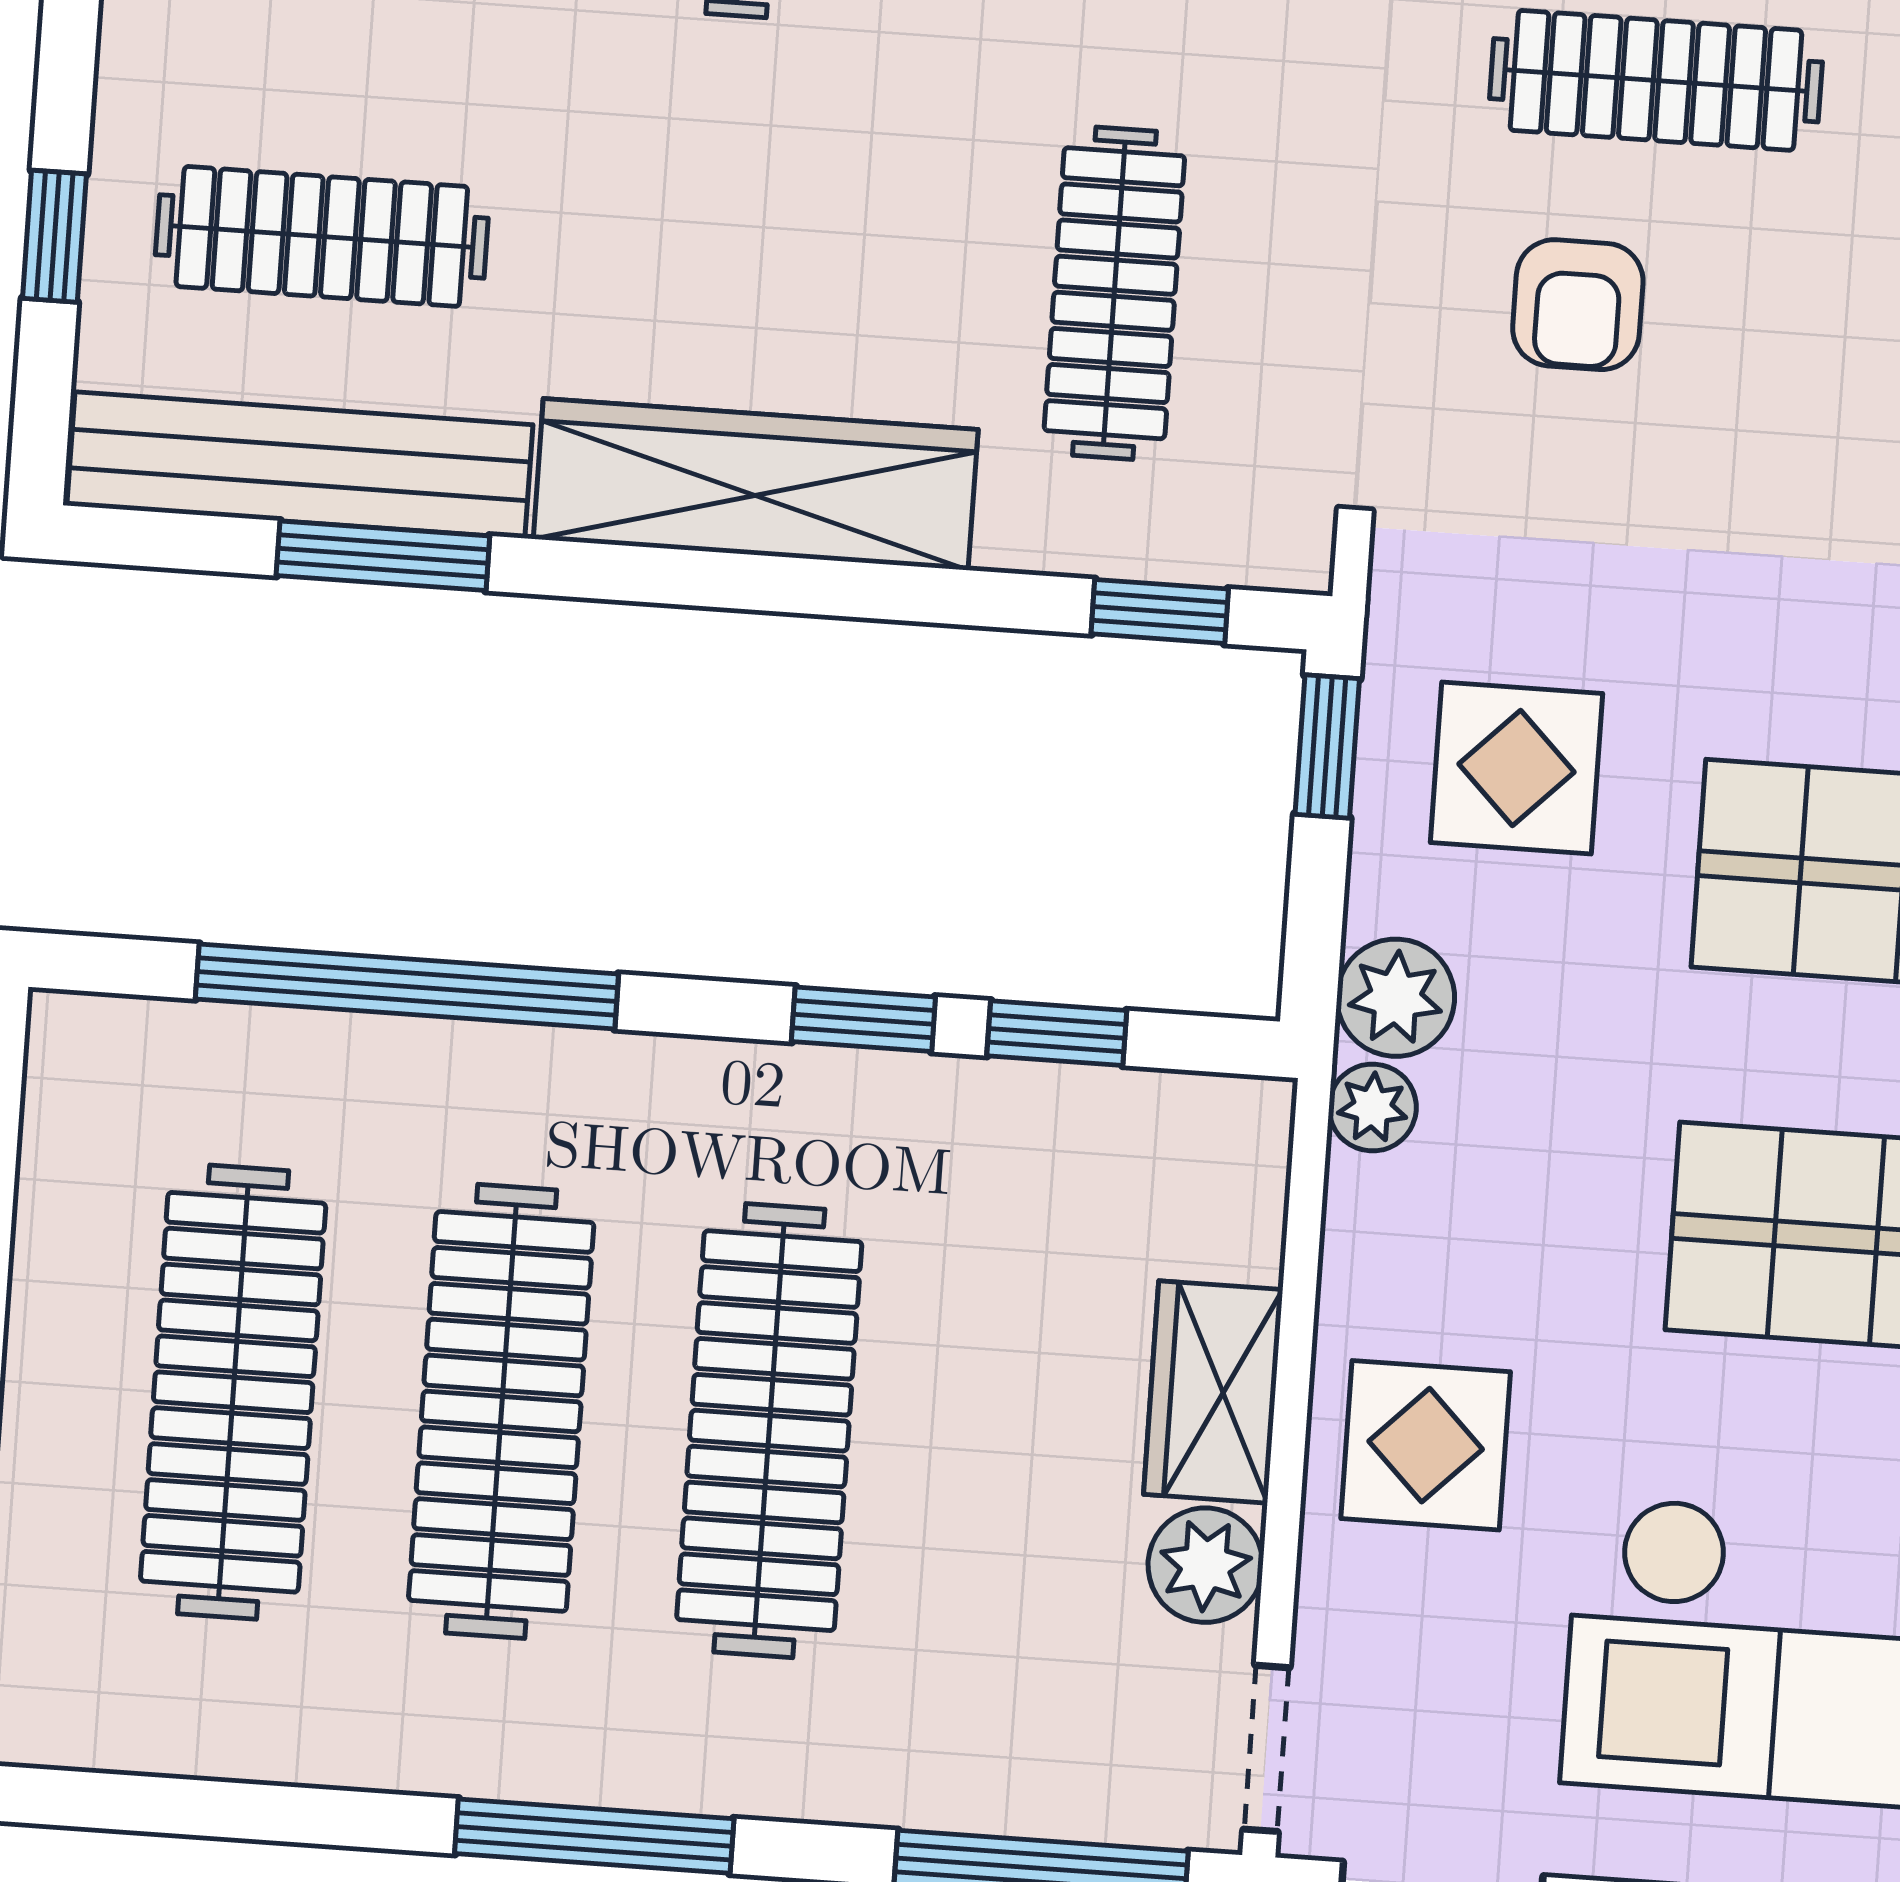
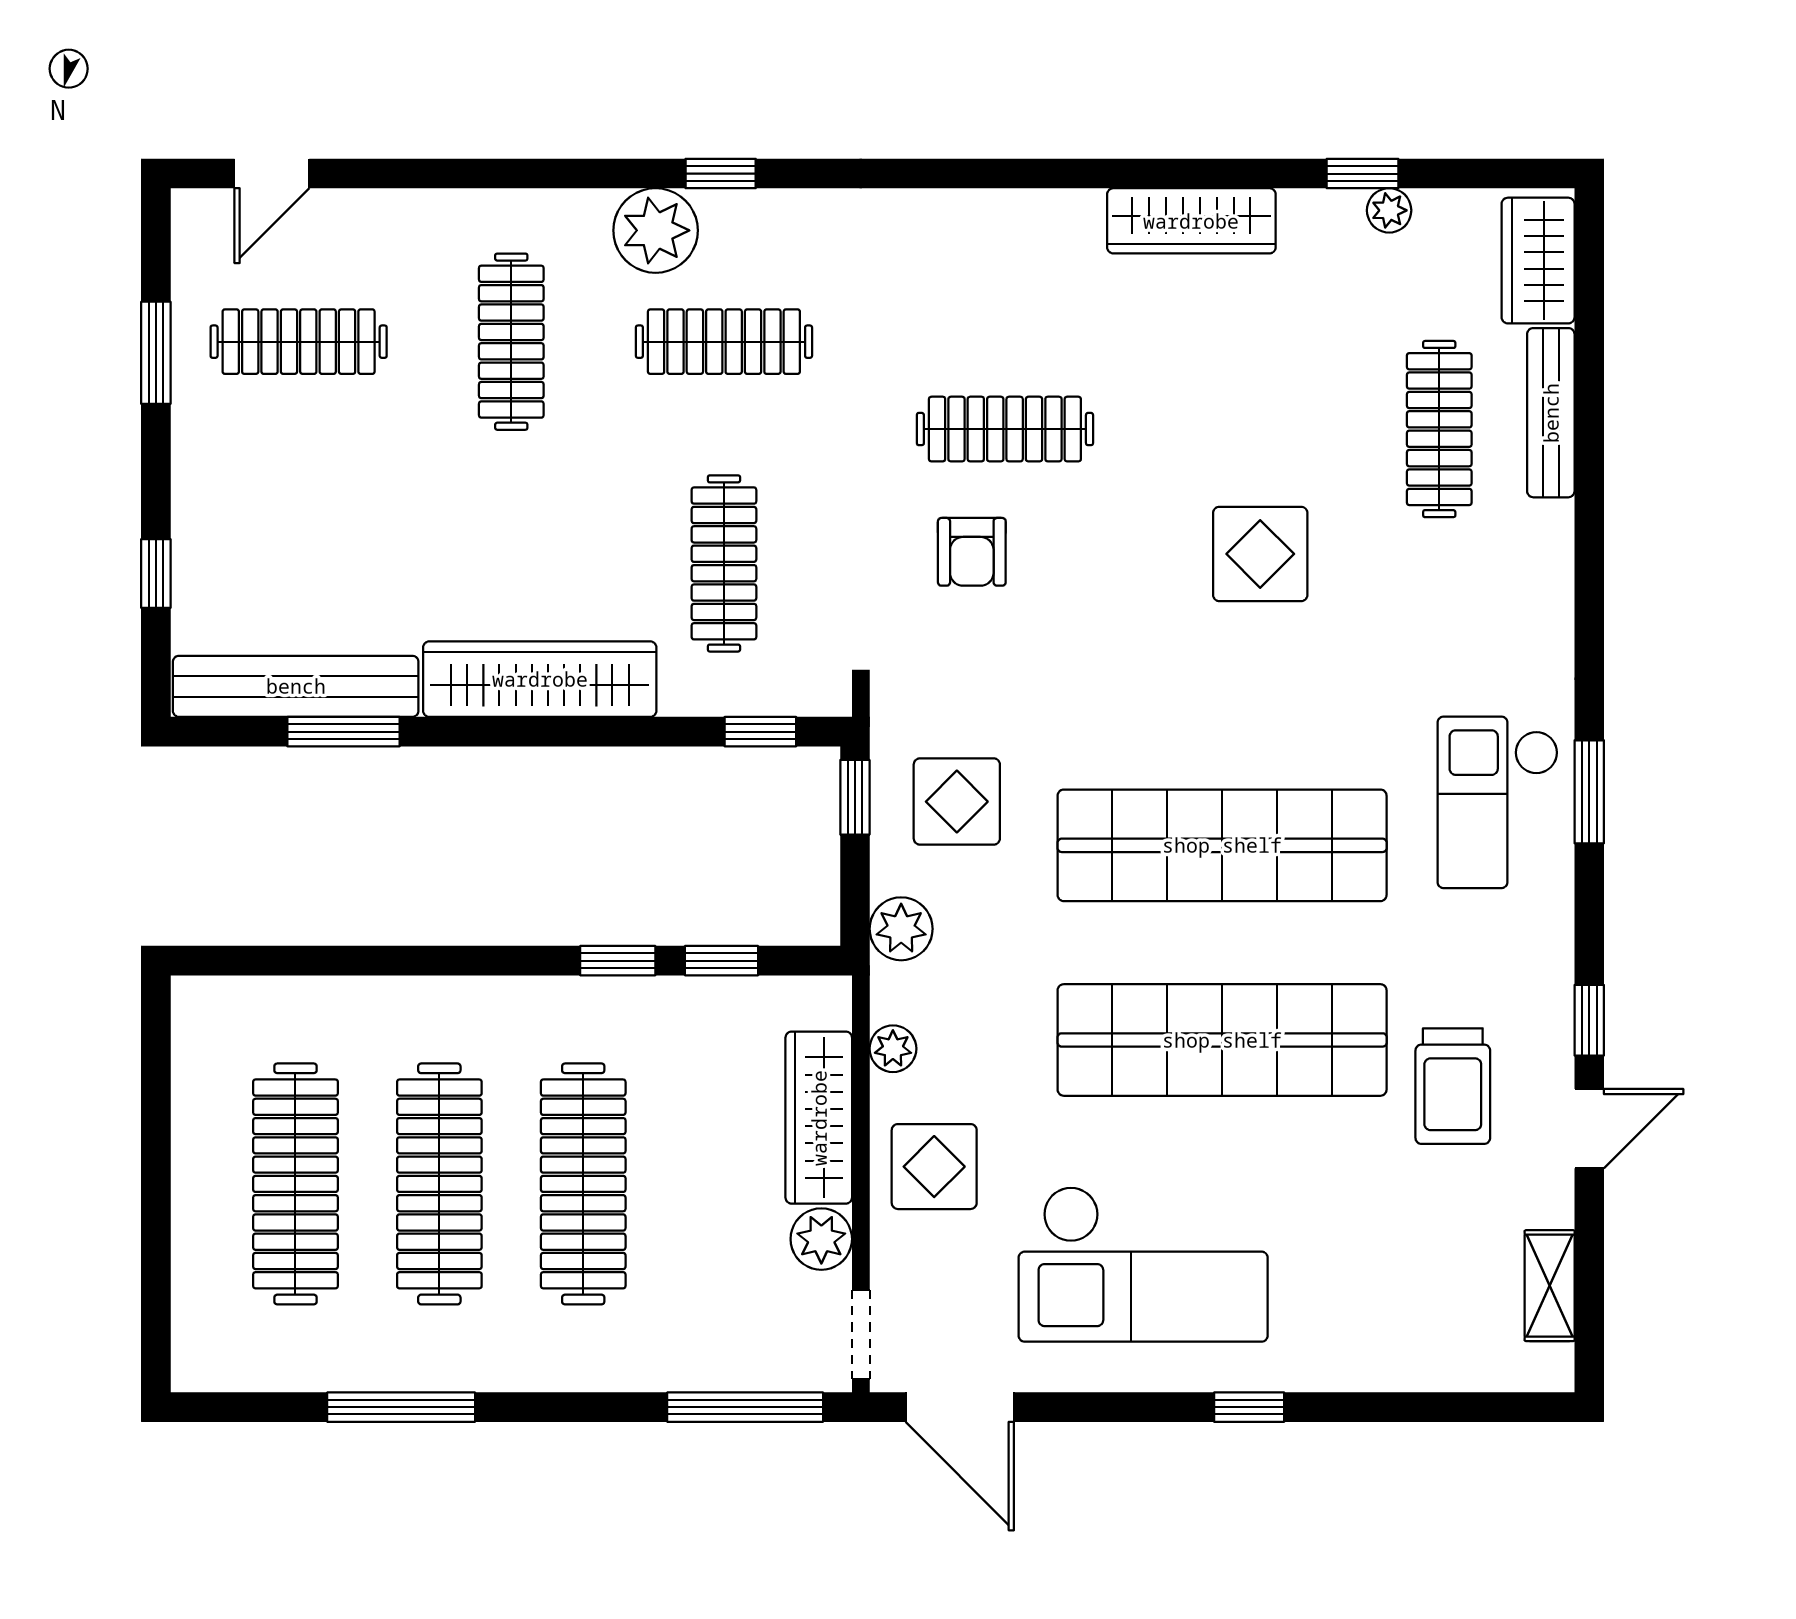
clothes rail: (322, 236) -> (299, 563), removed
window: (407, 987) -> (373, 961), removed
plant: (1373, 1108) -> (893, 1049), moved
wardrobe: (1213, 1392) -> (819, 1118), width x1.50
window: (594, 1836) -> (401, 1407), moved

